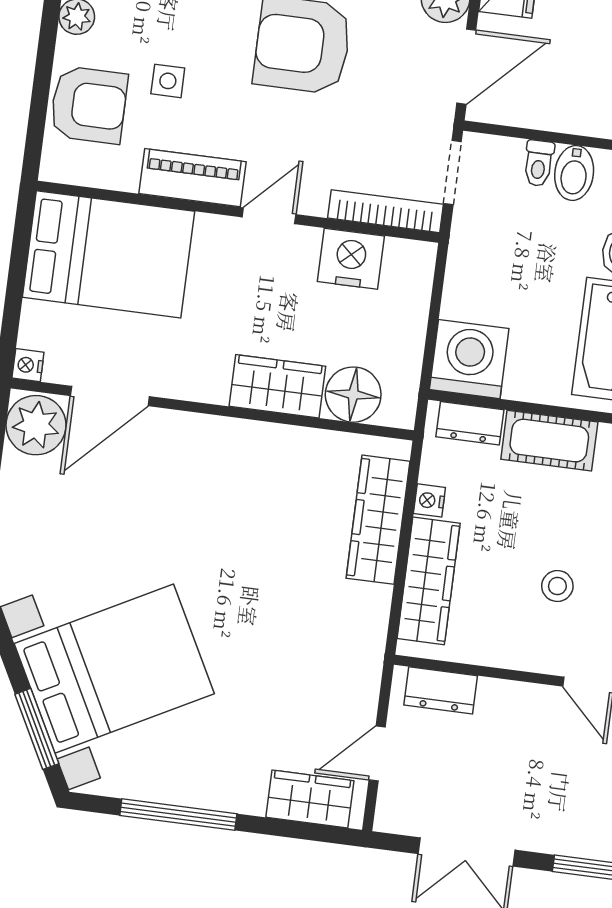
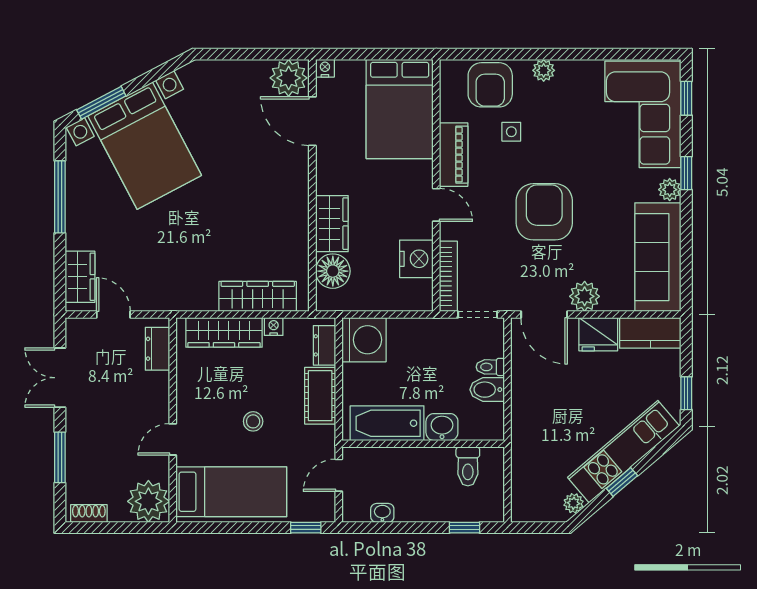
stool: (557, 586) -> (253, 421), moved

